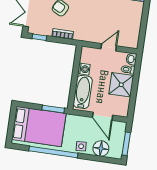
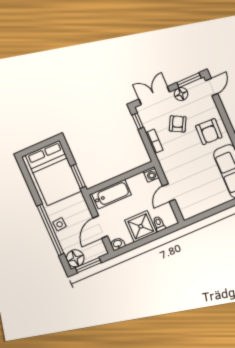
door: (109, 47) -> (169, 193), swing flipped
washbasin: (131, 59) -> (118, 244), moved
washing machine: (84, 69) -> (151, 174), moved
floor lamp: (101, 148) -> (75, 258), moved
window: (53, 152) -> (50, 230), moved

